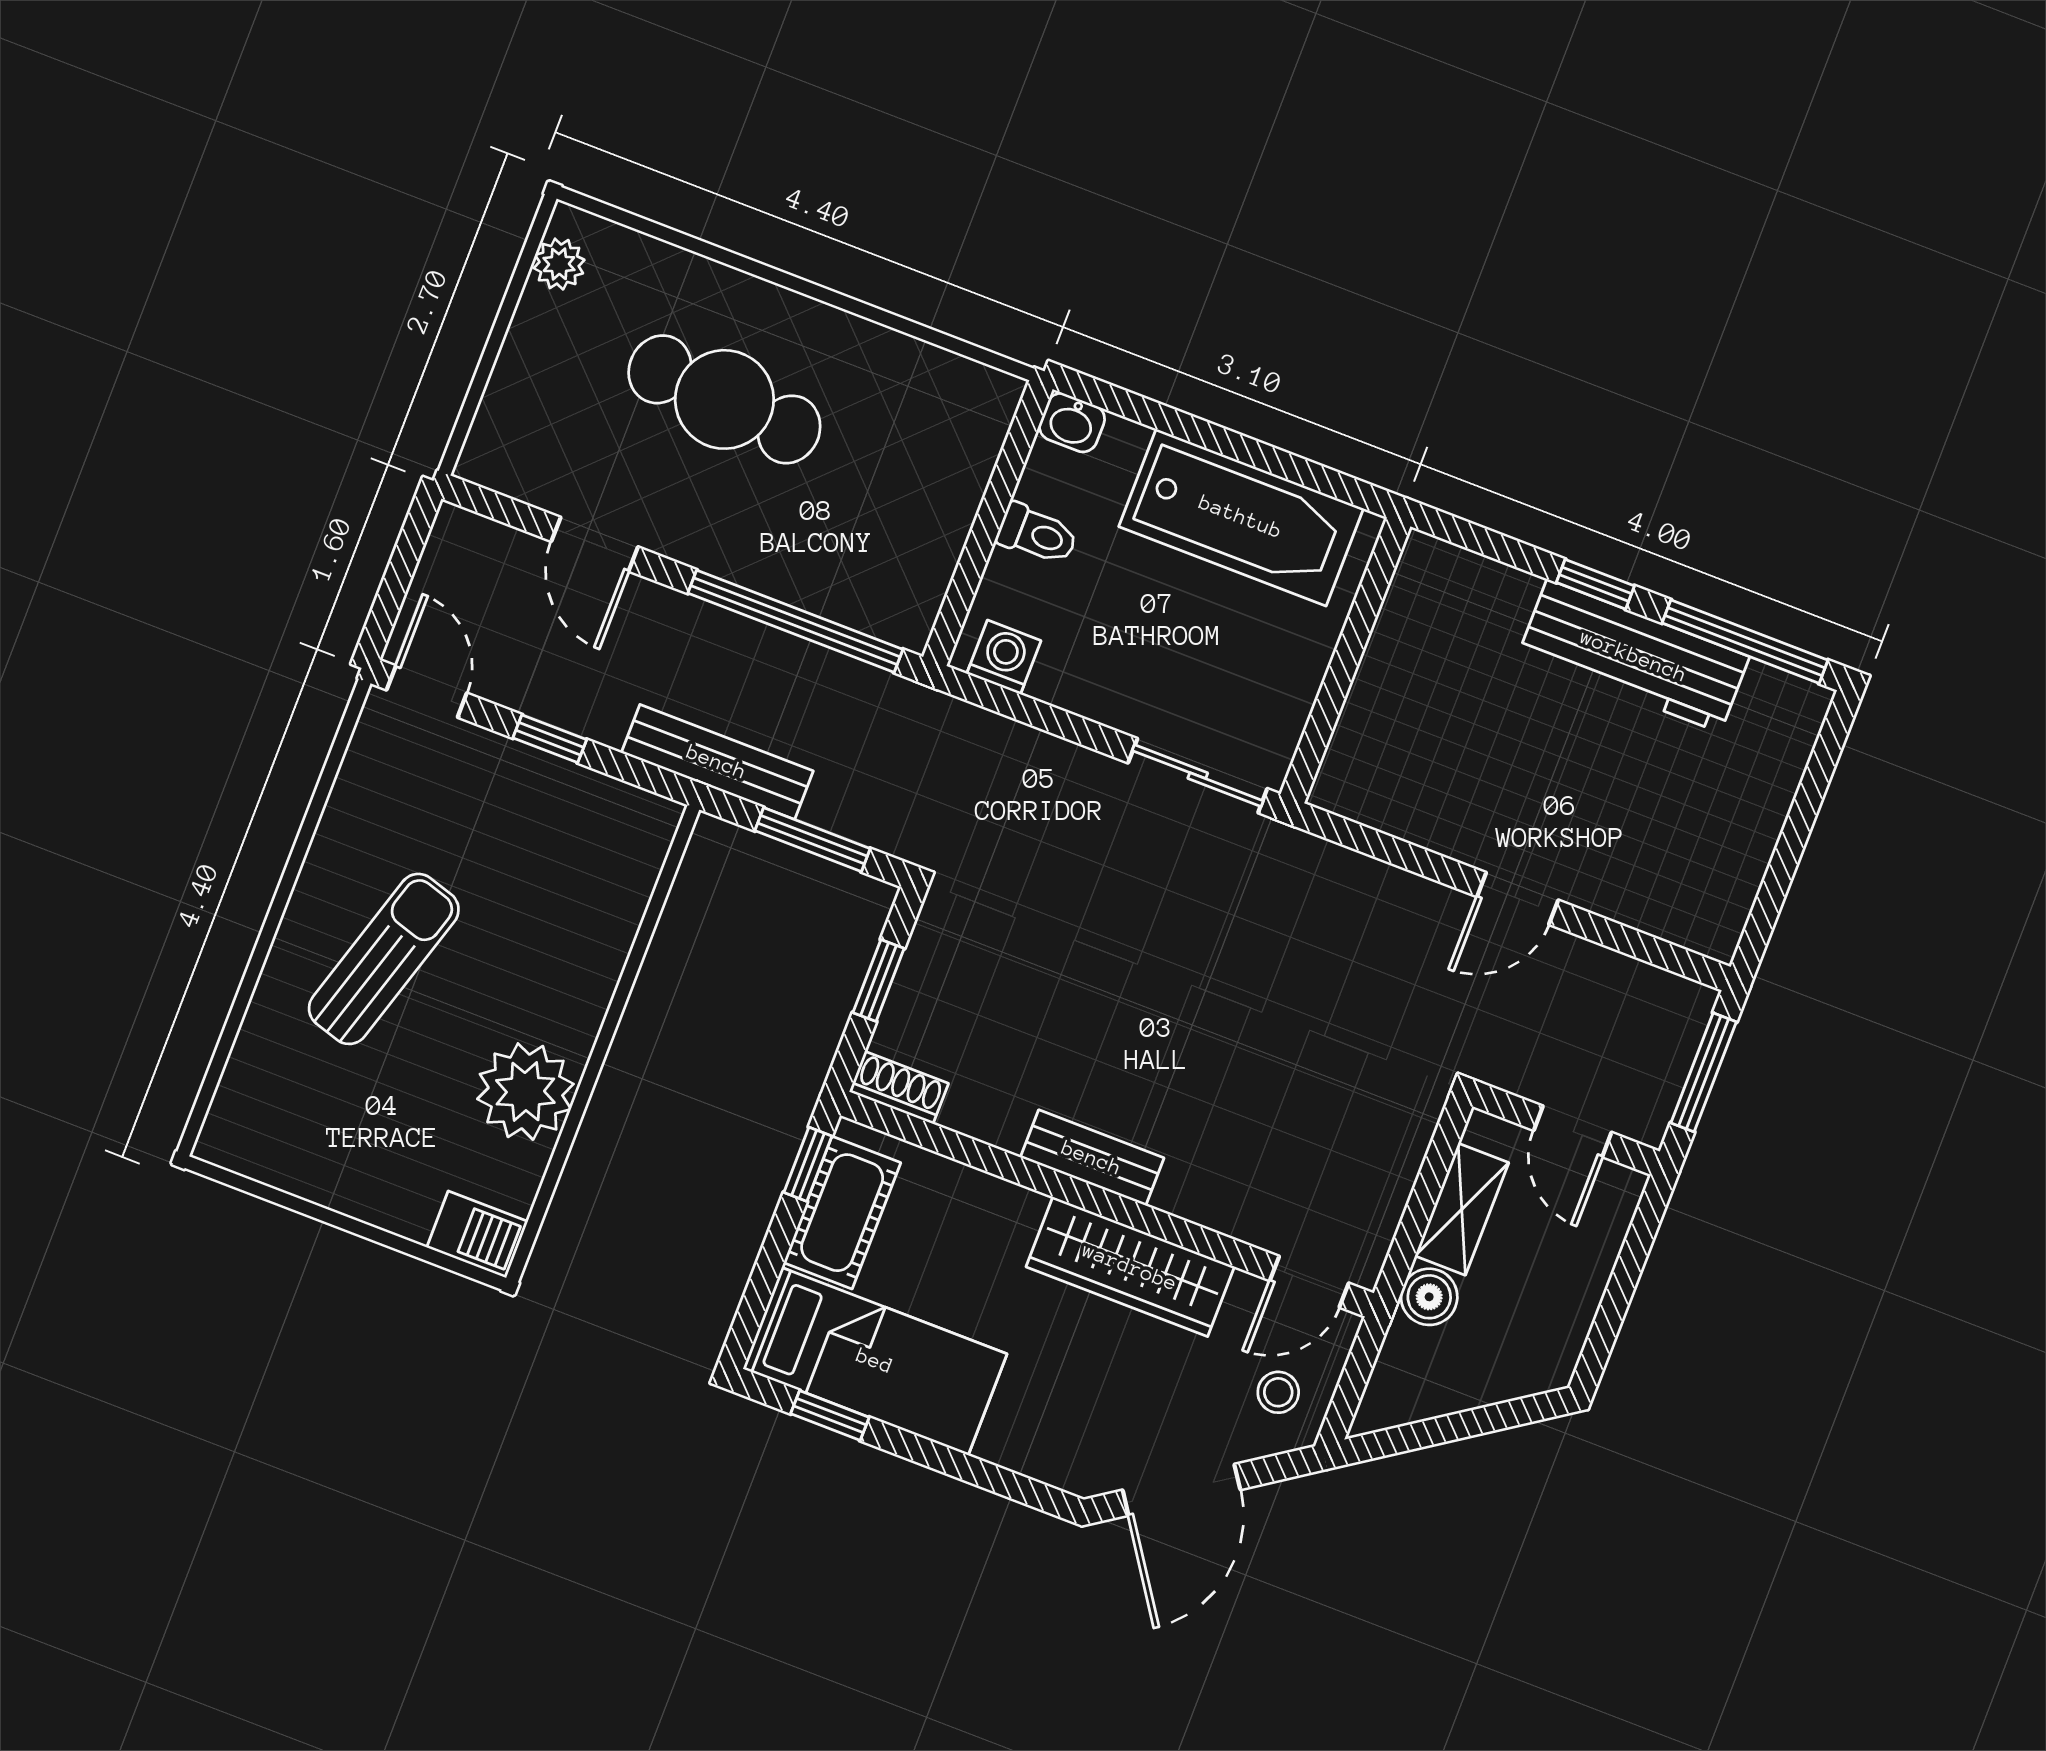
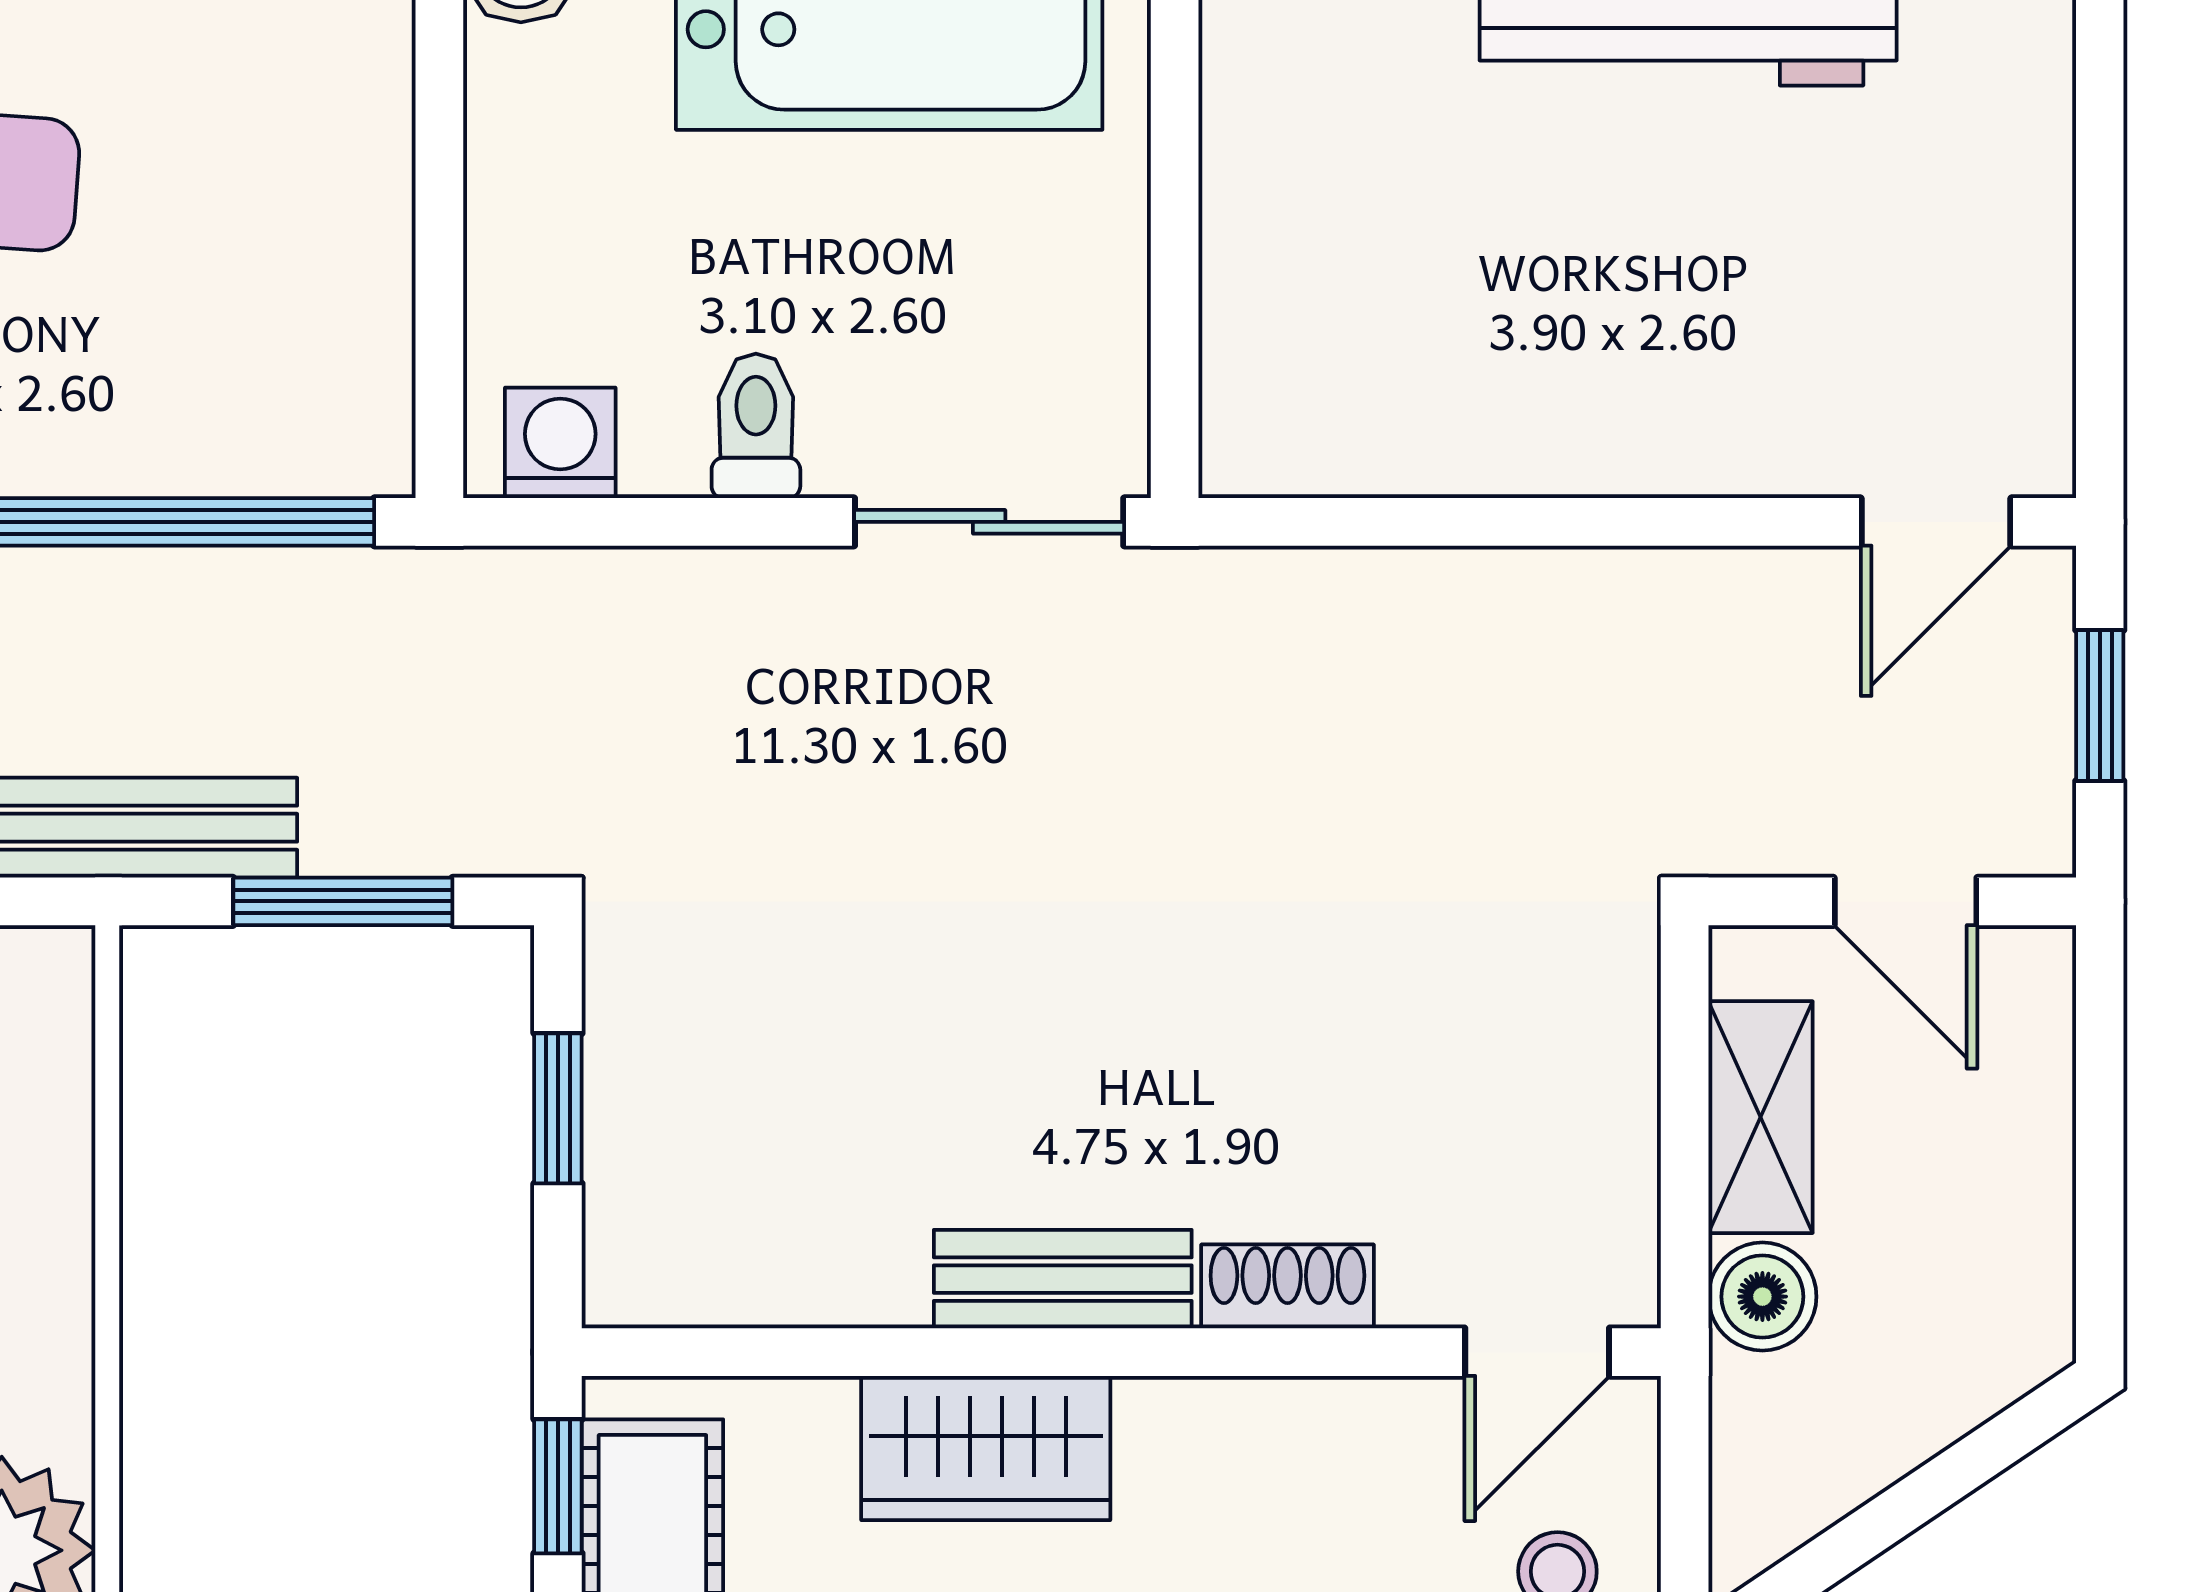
toilet: (1037, 534) -> (756, 426), moved, turned -90
door: (1518, 898) -> (1936, 522), moved
window: (1704, 1072) -> (2100, 706), width x0.67
shoe rack: (899, 1088) -> (1287, 1286), moved
wardrobe: (1130, 1267) -> (986, 1448), moved, width x0.67

